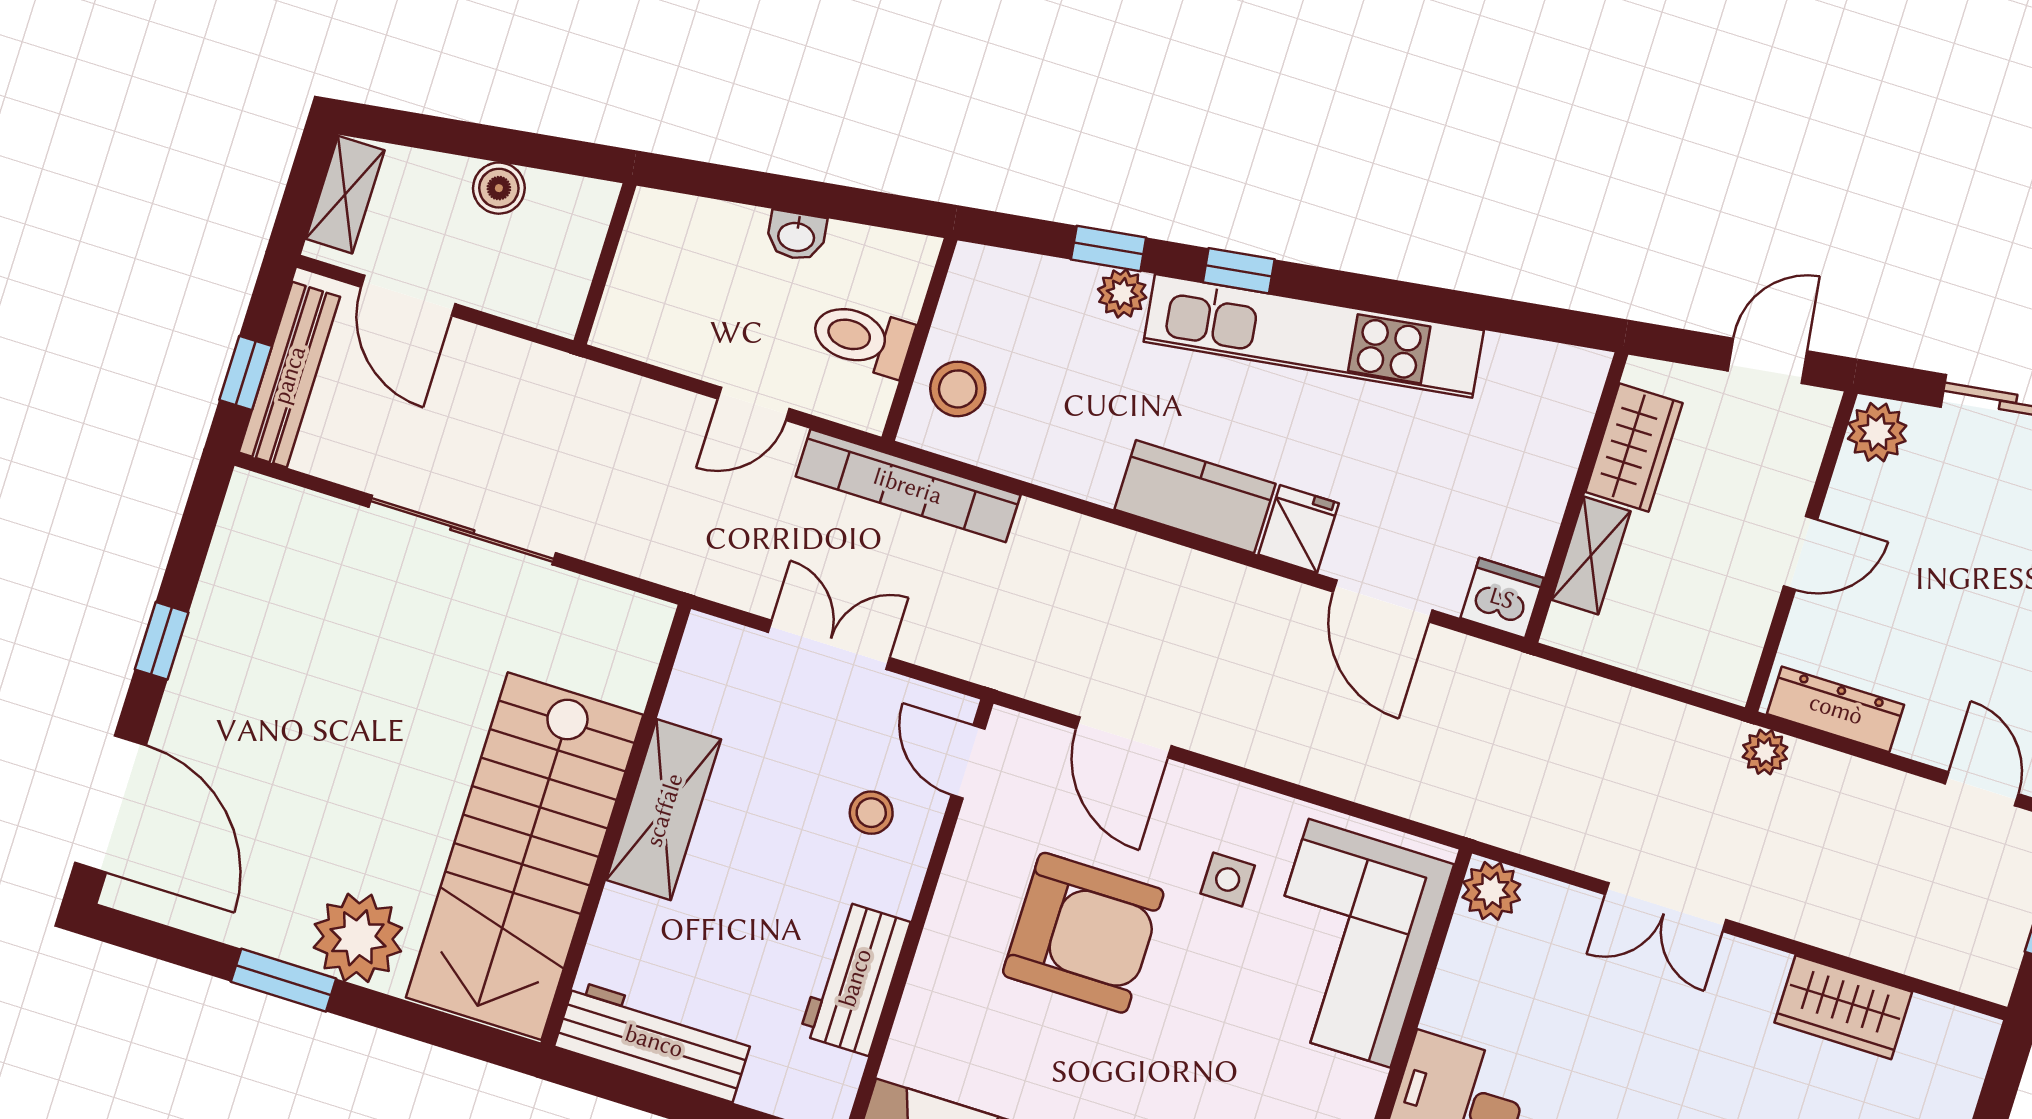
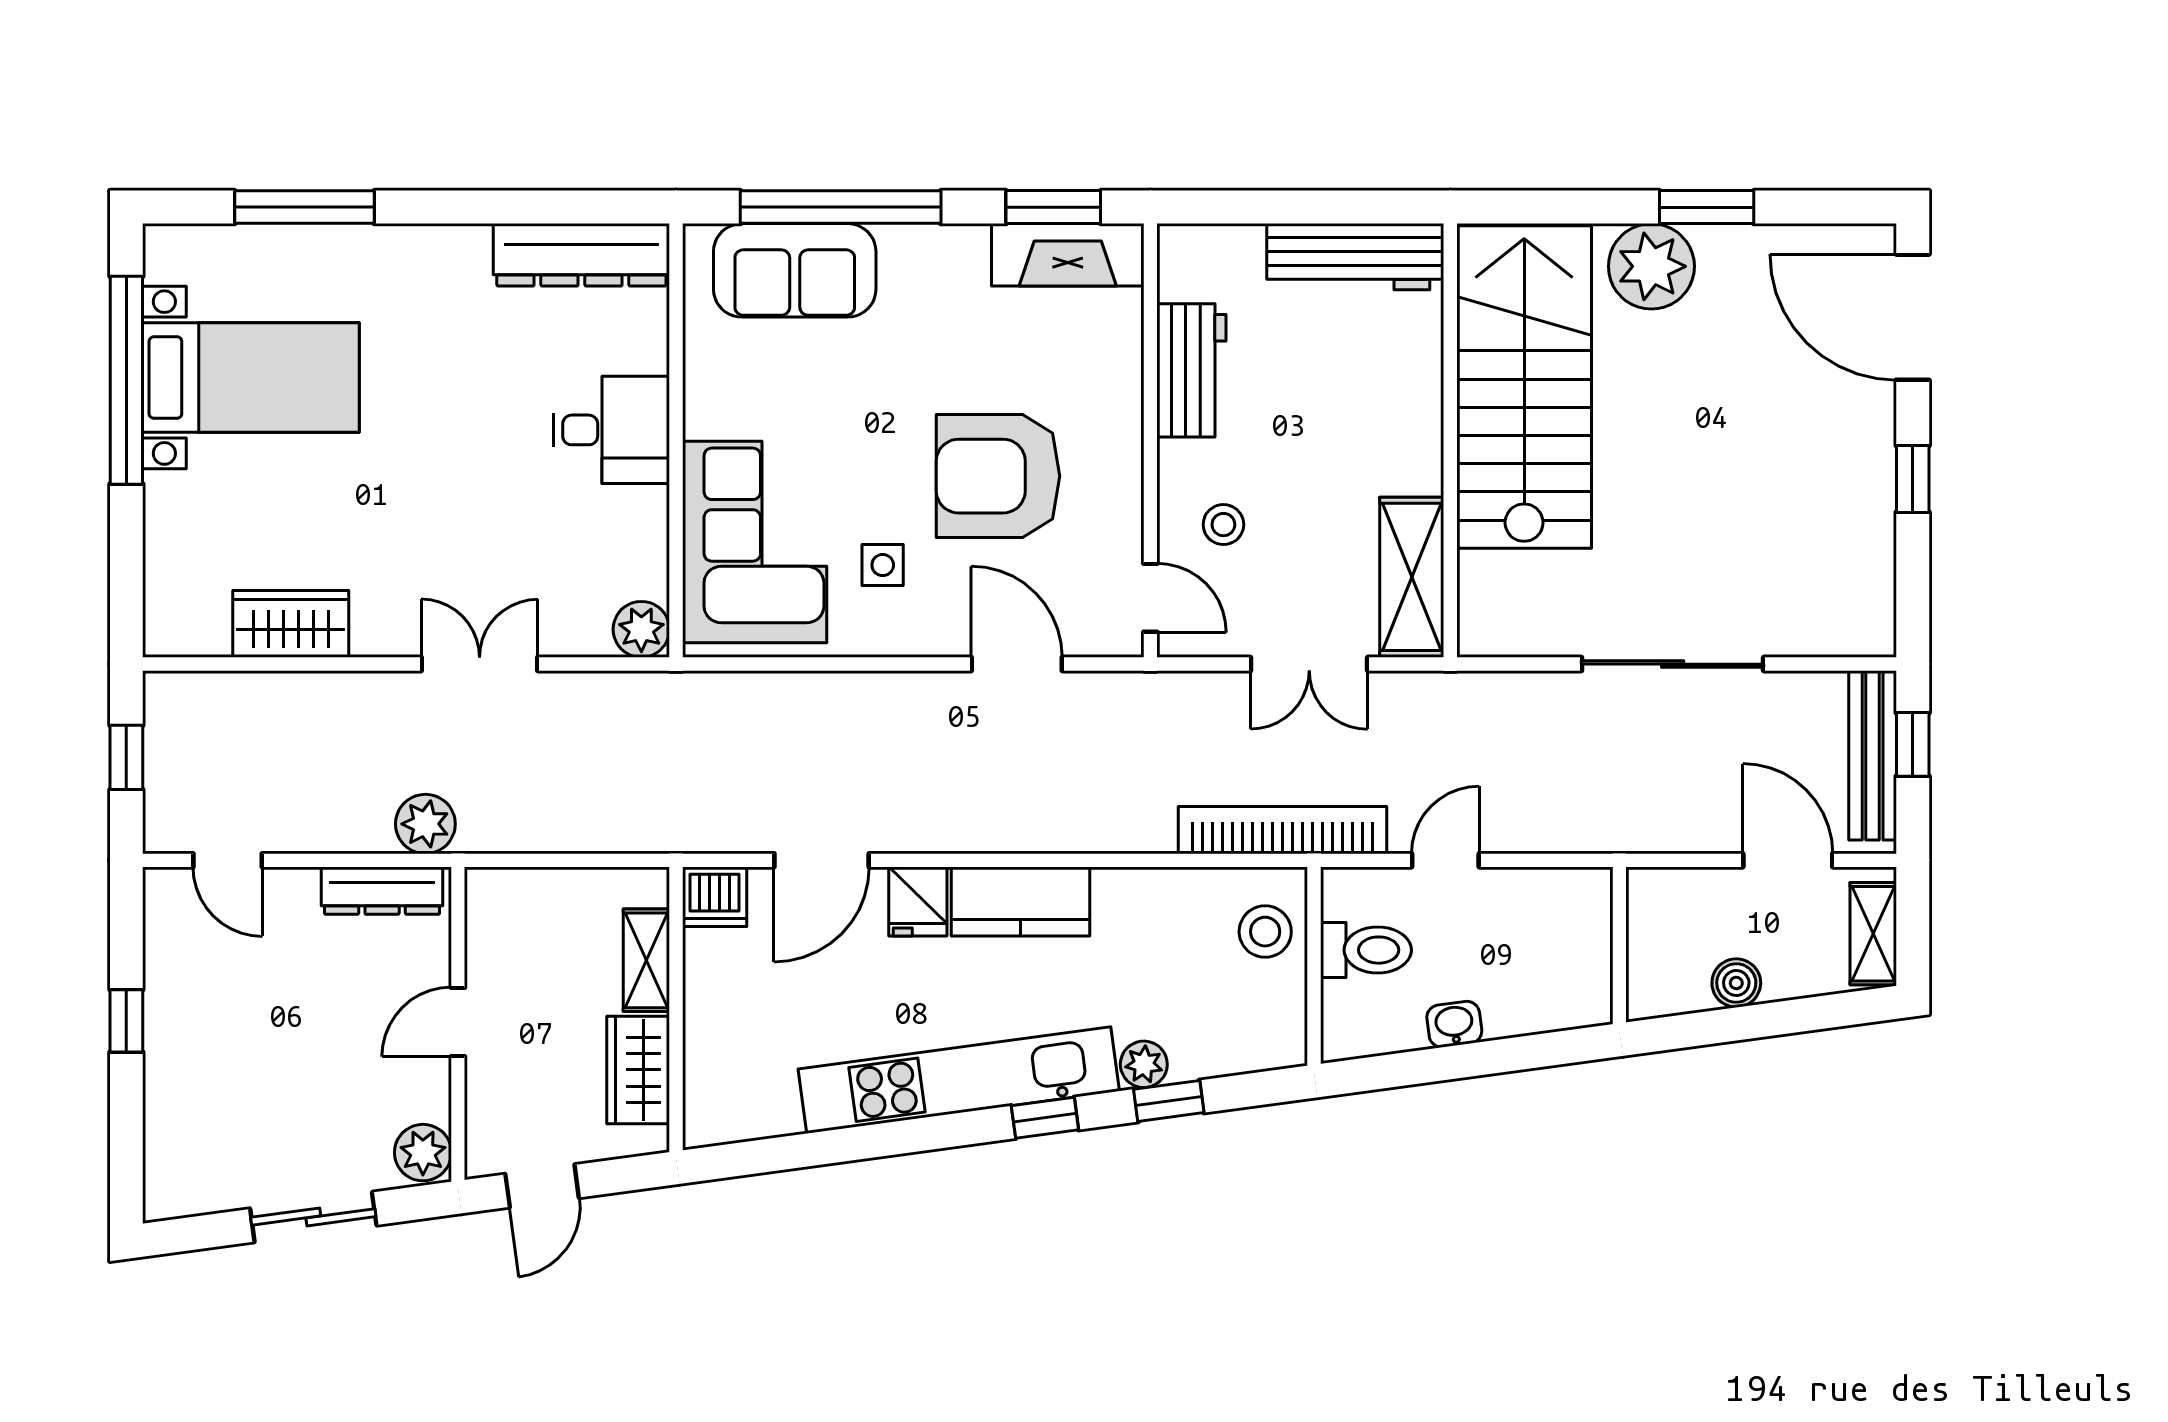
door: (1383, 601) -> (822, 860), swing flipped
plant: (1765, 752) -> (425, 824), width x1.38, depth x1.38
shelving: (664, 810) -> (1412, 577), moved

